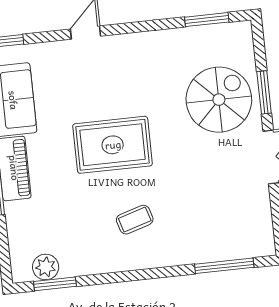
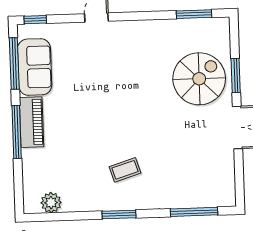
rug: (113, 145) -> (112, 109), removed
window: (55, 284) -> (119, 215), moved

